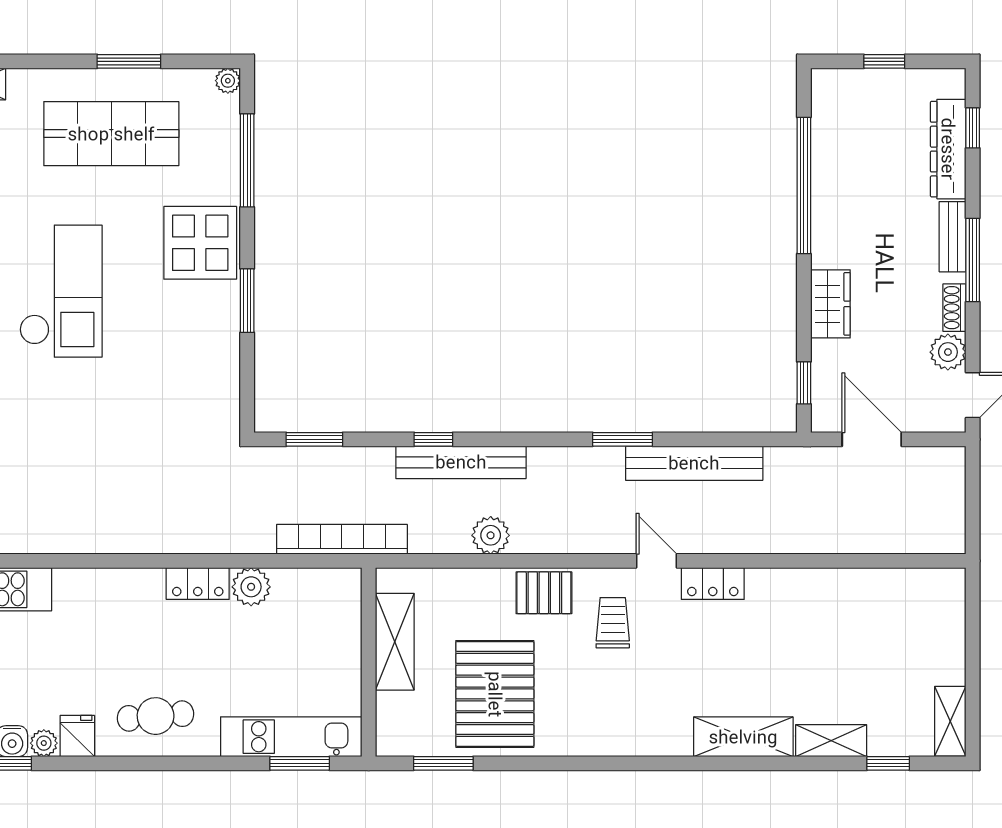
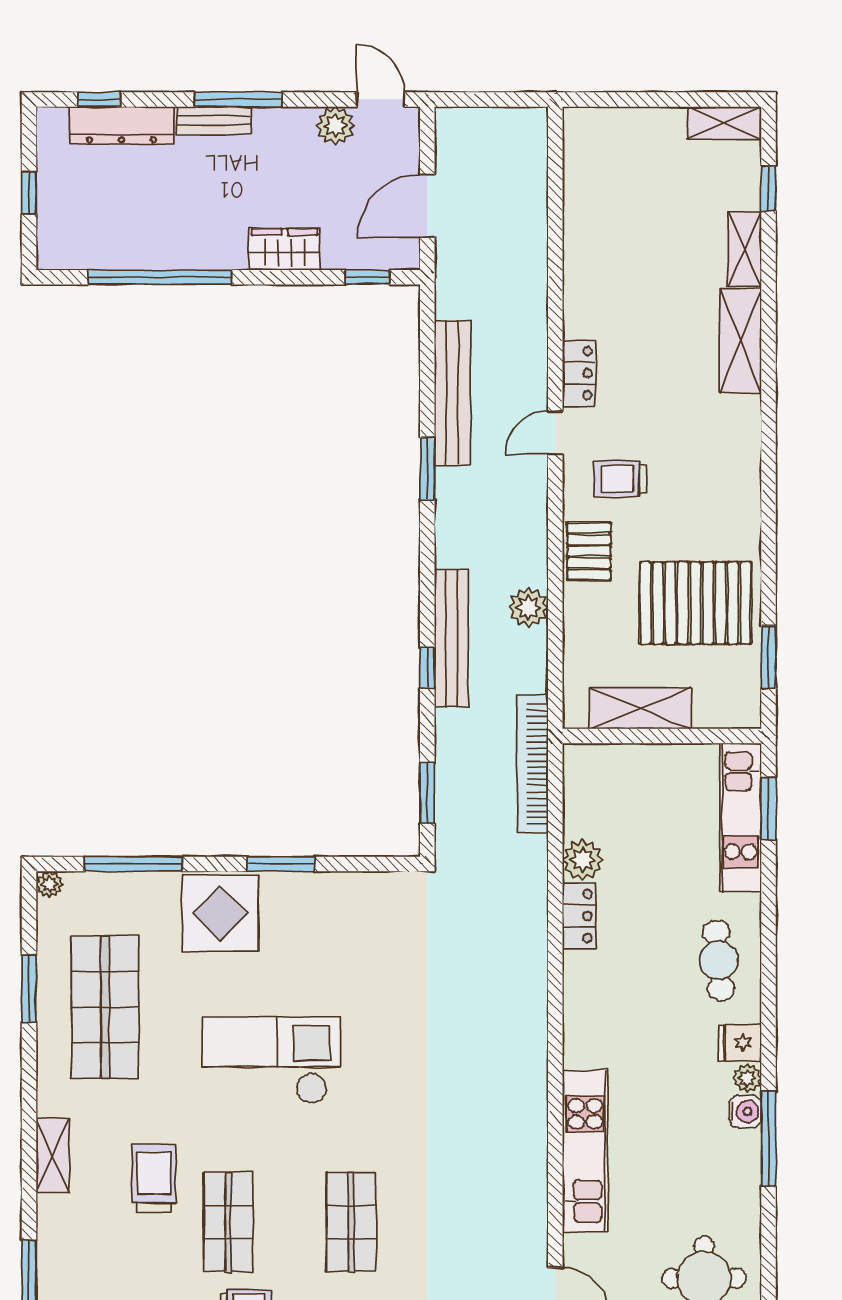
shoe rack: (954, 308) -> (288, 119), removed

